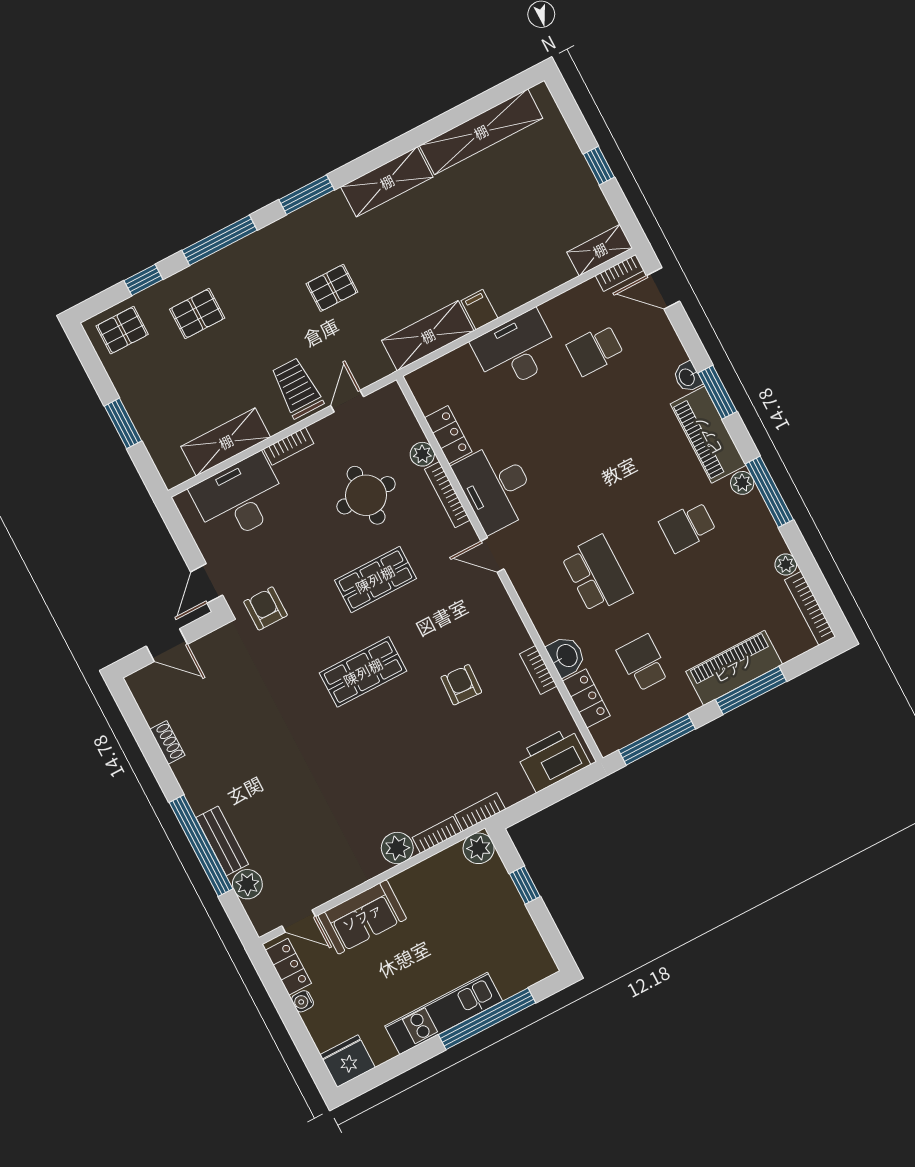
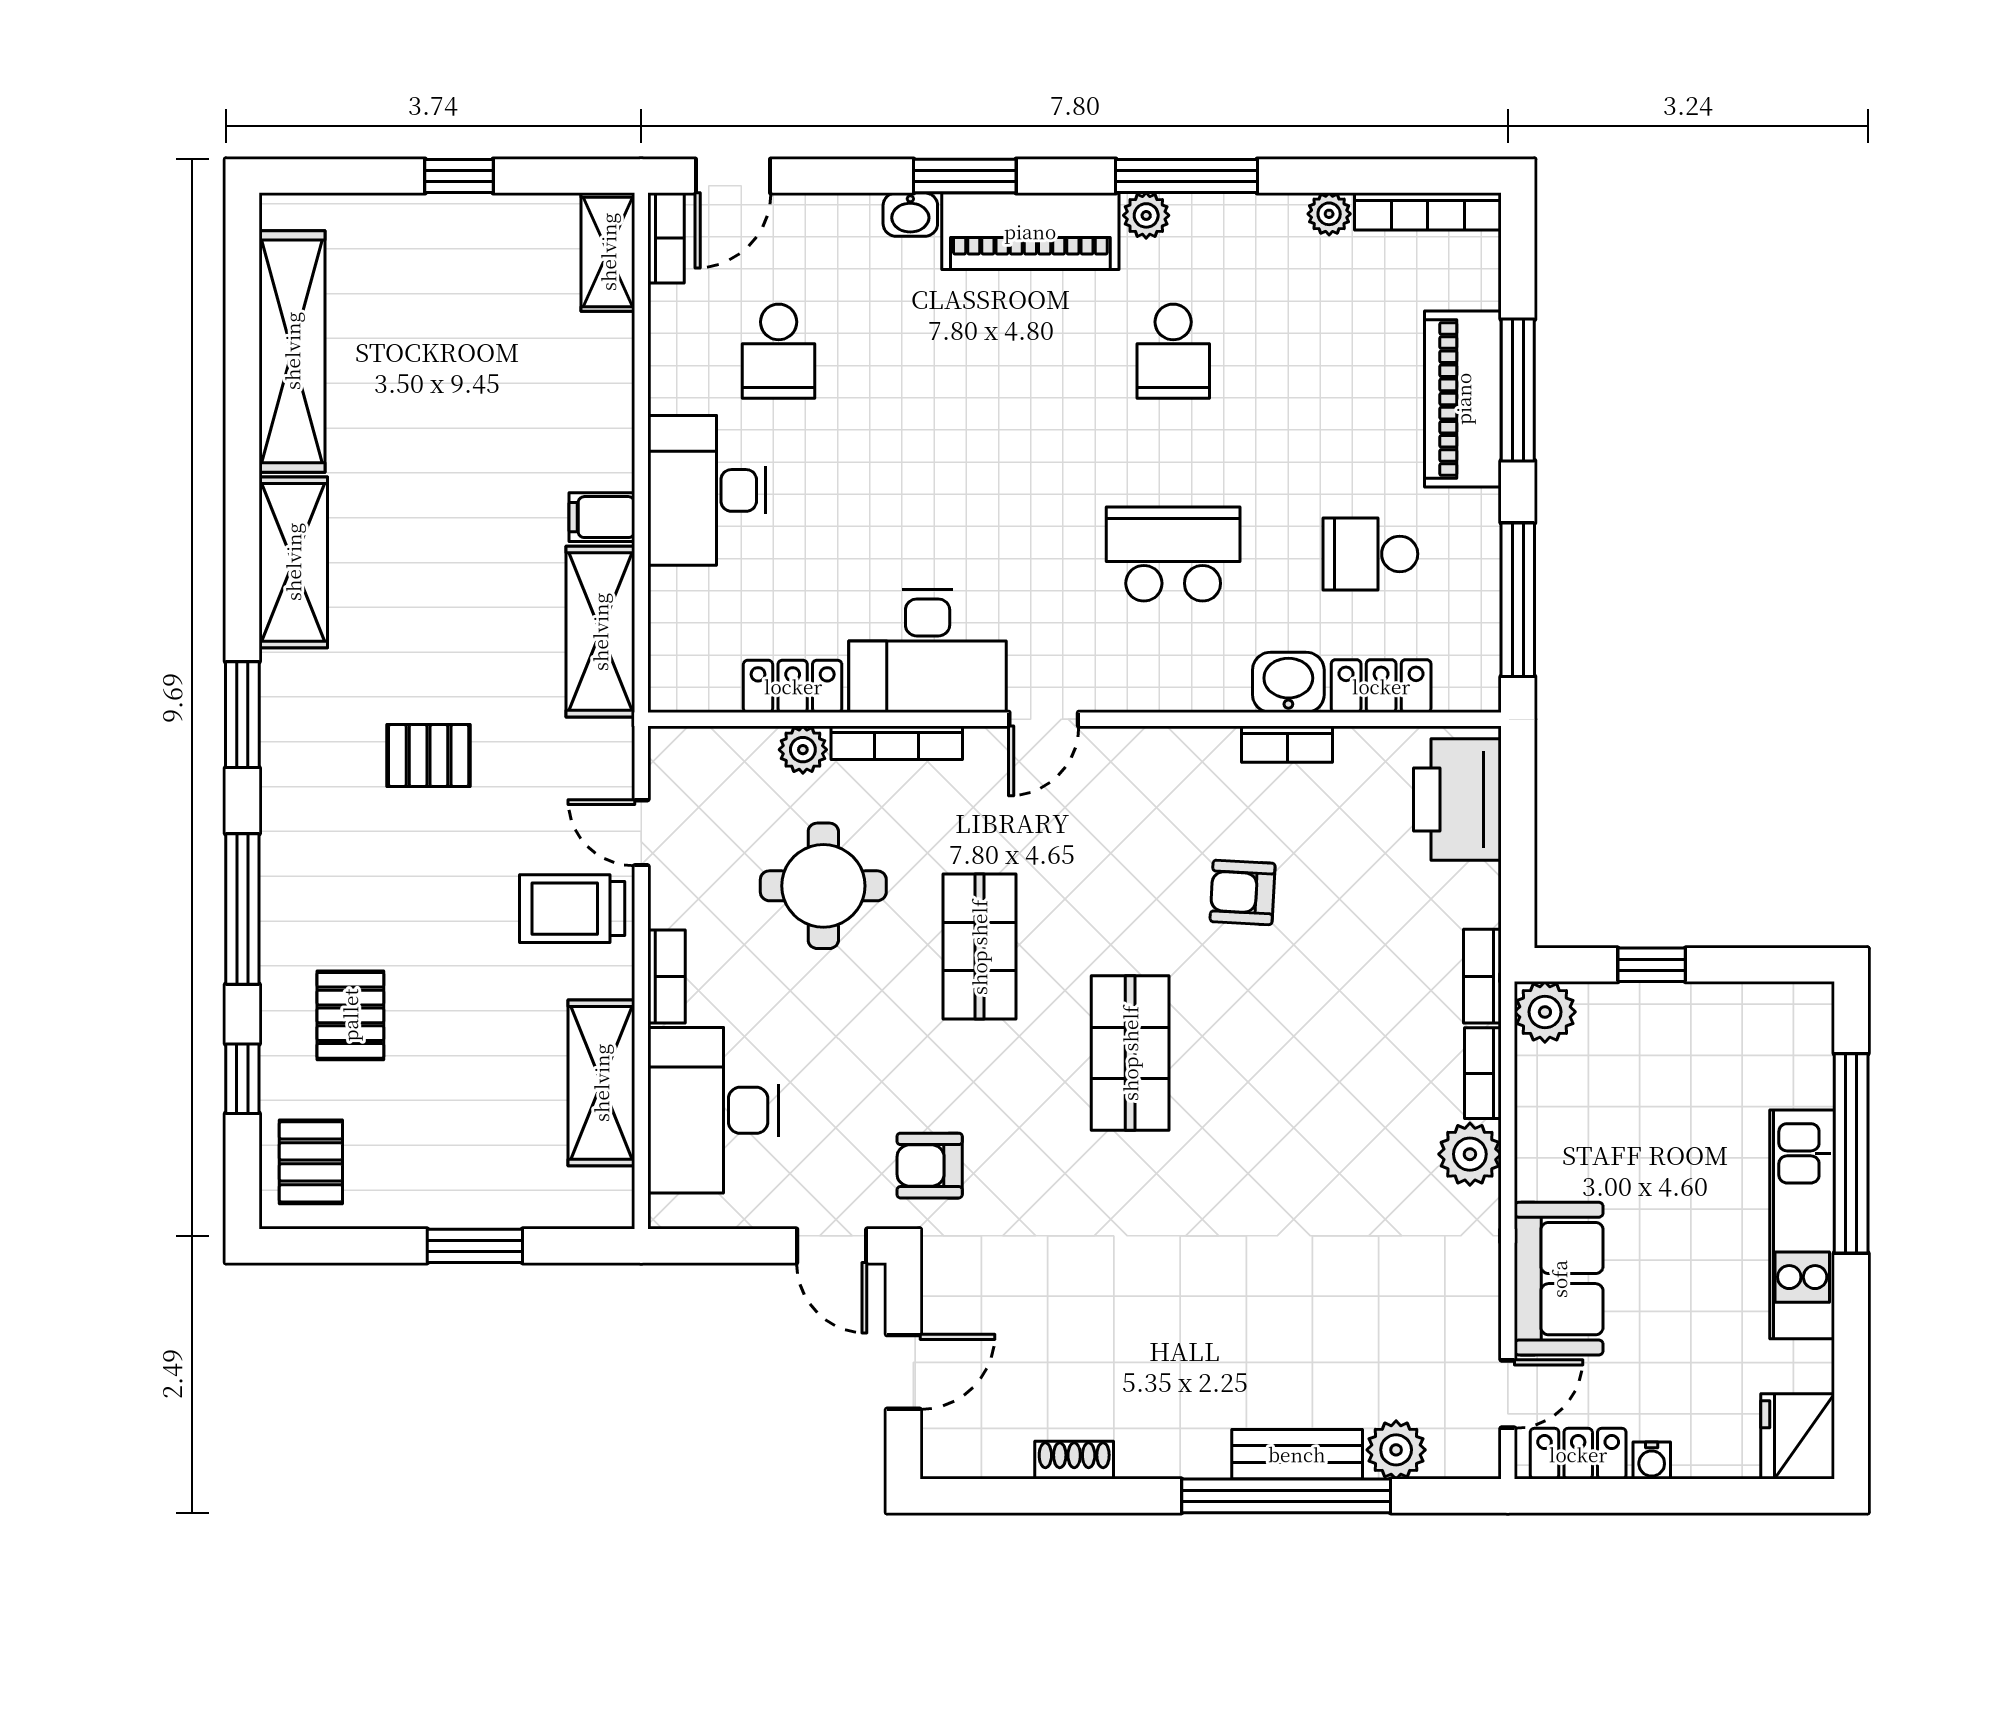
pallet: (332, 288) -> (429, 756), turned 90

